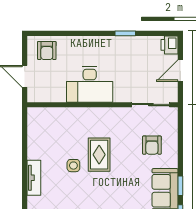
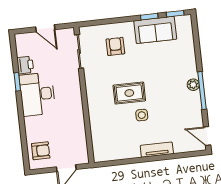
printer: (170, 45) -> (25, 65), moved, turned -90
desk: (90, 84) -> (37, 94), moved, turned 180
armchair: (152, 145) -> (115, 46), turned -90

